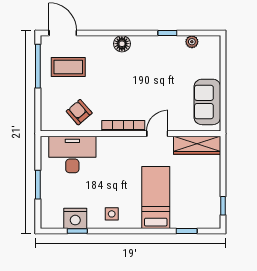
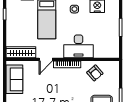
desk: (72, 154) -> (79, 46), moved

